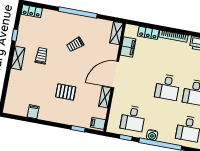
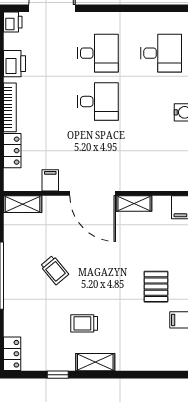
filing cabinet: (128, 47) -> (50, 180), width x0.50
pallet: (66, 92) -> (156, 287), moved
desk: (133, 118) -> (161, 150), removed

